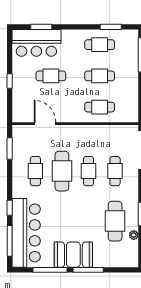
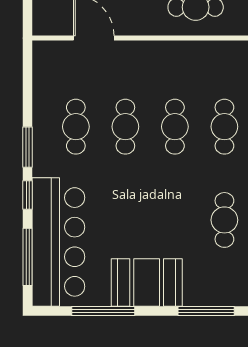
window: (10, 149) -> (28, 147), moved
cafe table: (62, 171) -> (125, 127), width x0.73, depth x0.74
cafe table: (115, 221) -> (224, 220), width x0.73, depth x0.74
window: (88, 270) -> (206, 311), moved

